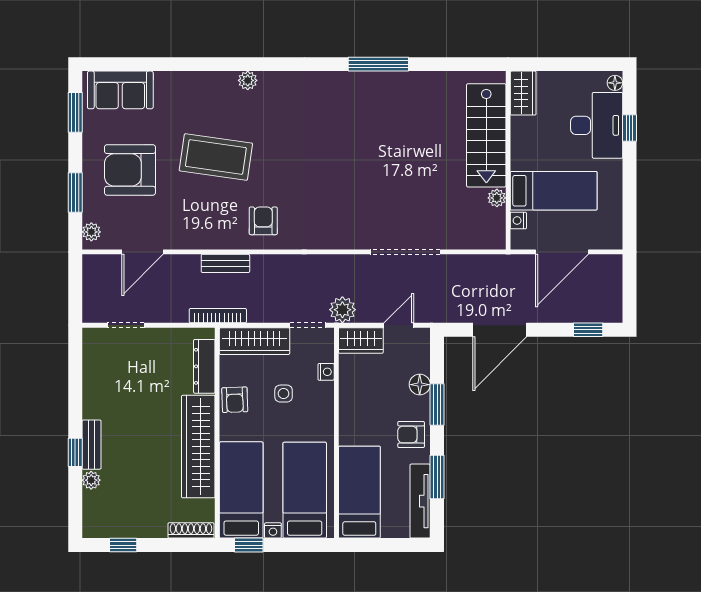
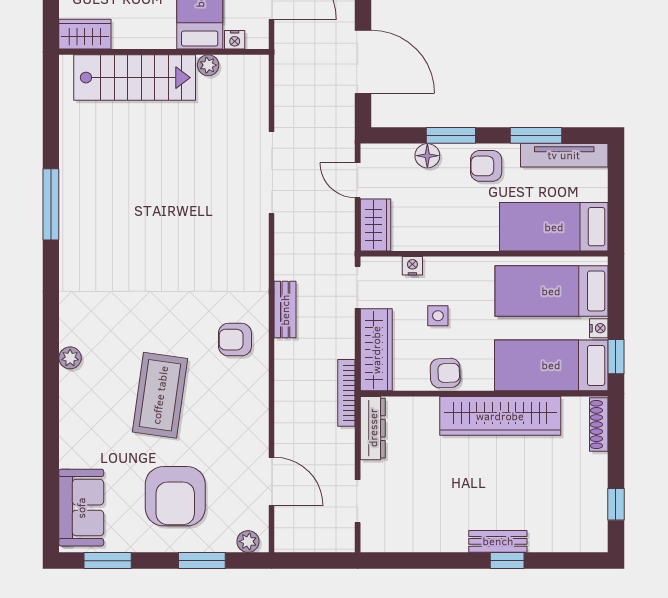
bench: (225, 263) -> (285, 310), moved
plant: (342, 310) -> (339, 246), removed
dresser: (204, 366) -> (373, 428), moved, turned -90
armchair: (411, 435) -> (486, 166), turned 90
plant: (91, 480) -> (540, 542), removed

